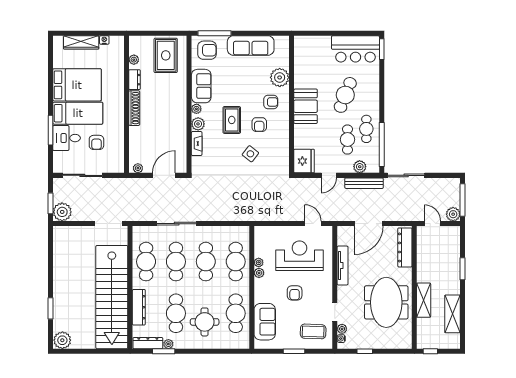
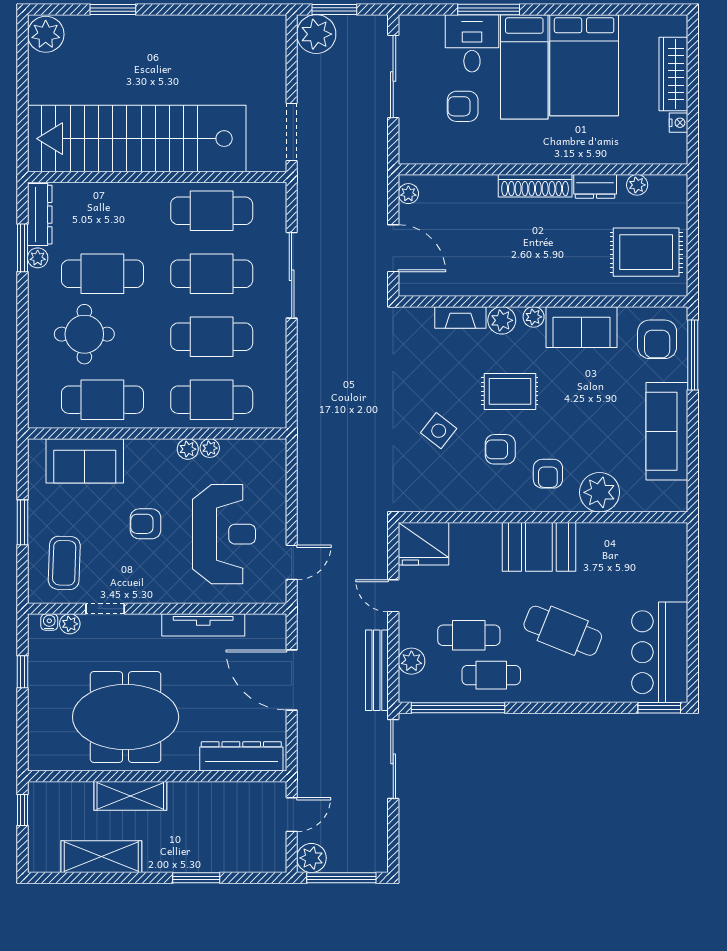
dresser: (139, 307) -> (115, 196), removed

